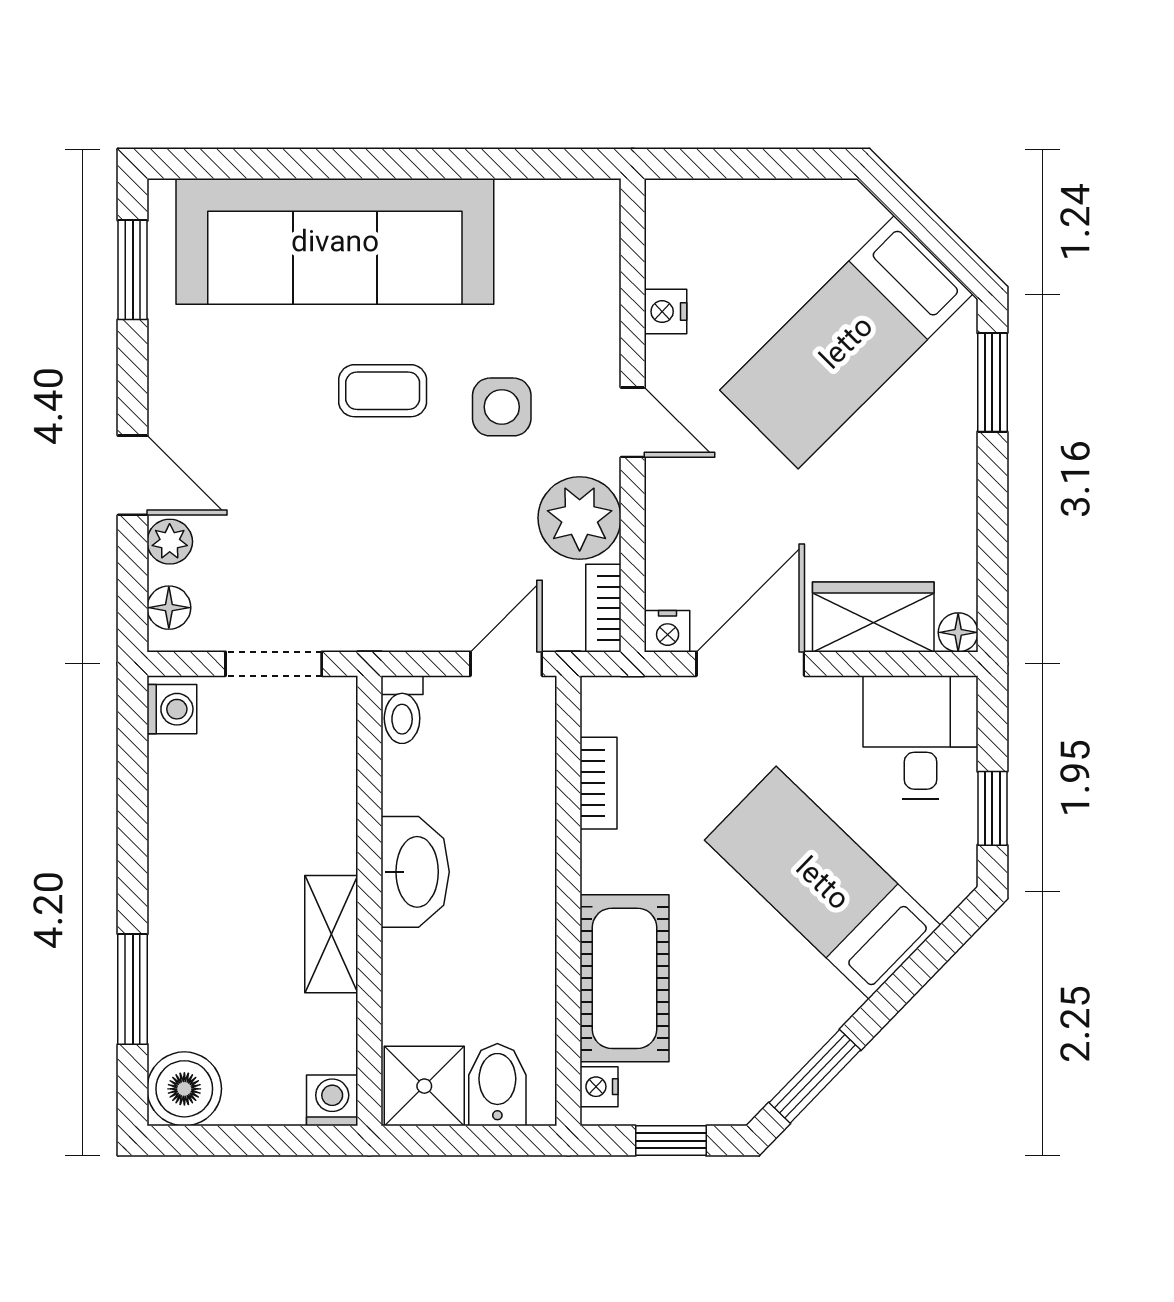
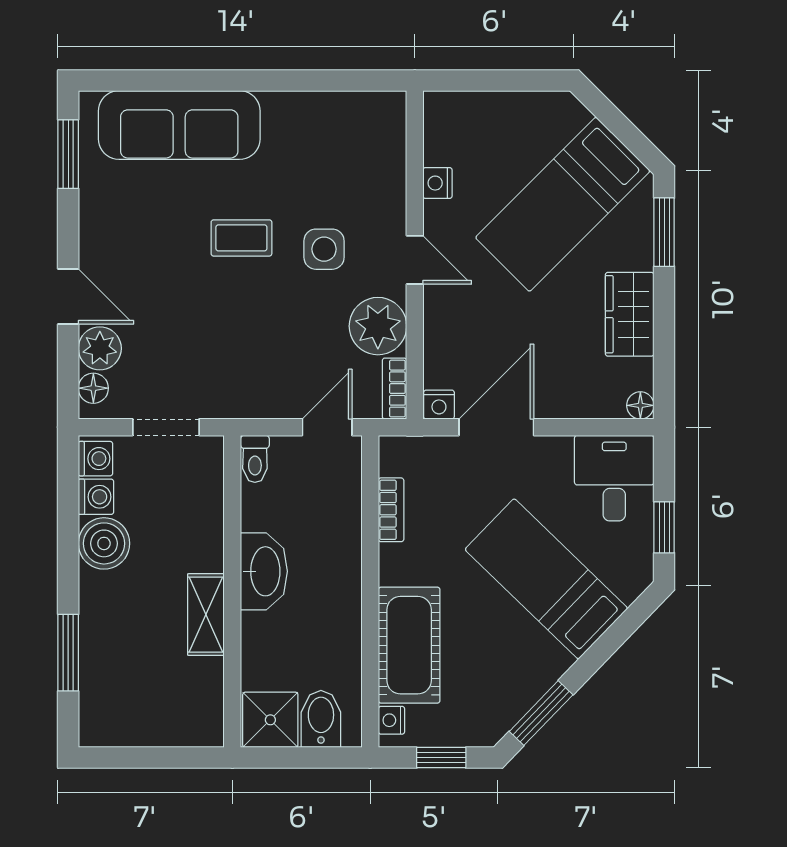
sofa: (335, 241) -> (179, 125), width x0.74, depth x0.79
plant: (170, 542) -> (100, 348), width x1.38, depth x1.38
wardrobe: (873, 617) -> (630, 314), moved, turned -90
boiler: (184, 1089) -> (104, 543), moved
washing machine: (332, 1100) -> (96, 497), moved, turned 90

